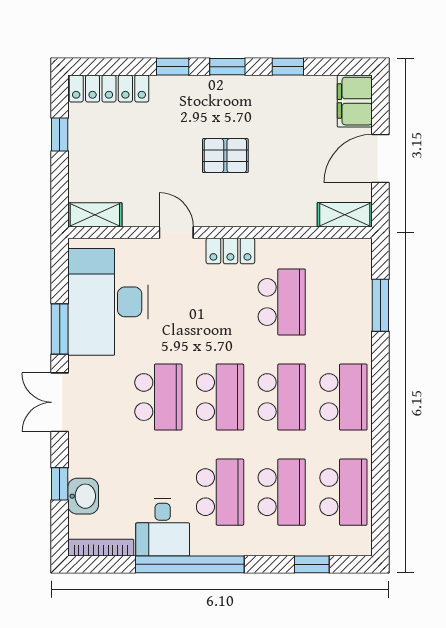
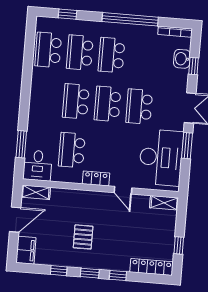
pallet: (225, 156) -> (83, 237), moved, turned 90
school desk: (343, 397) -> (44, 99), removed
desk: (163, 527) -> (38, 165), moved, turned 180

